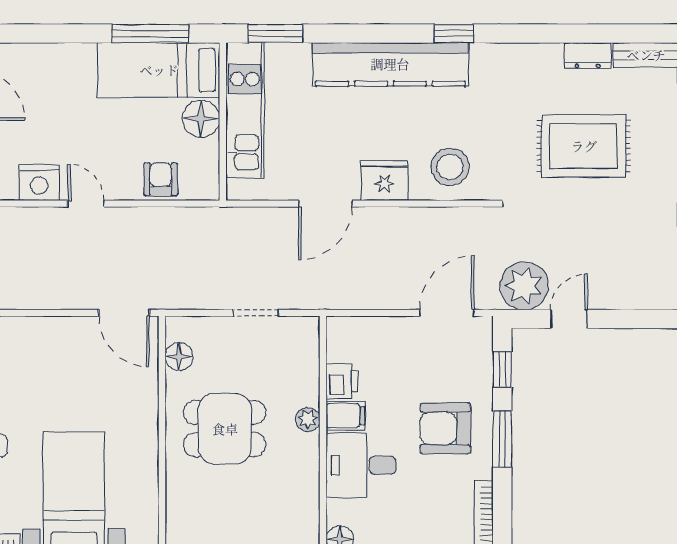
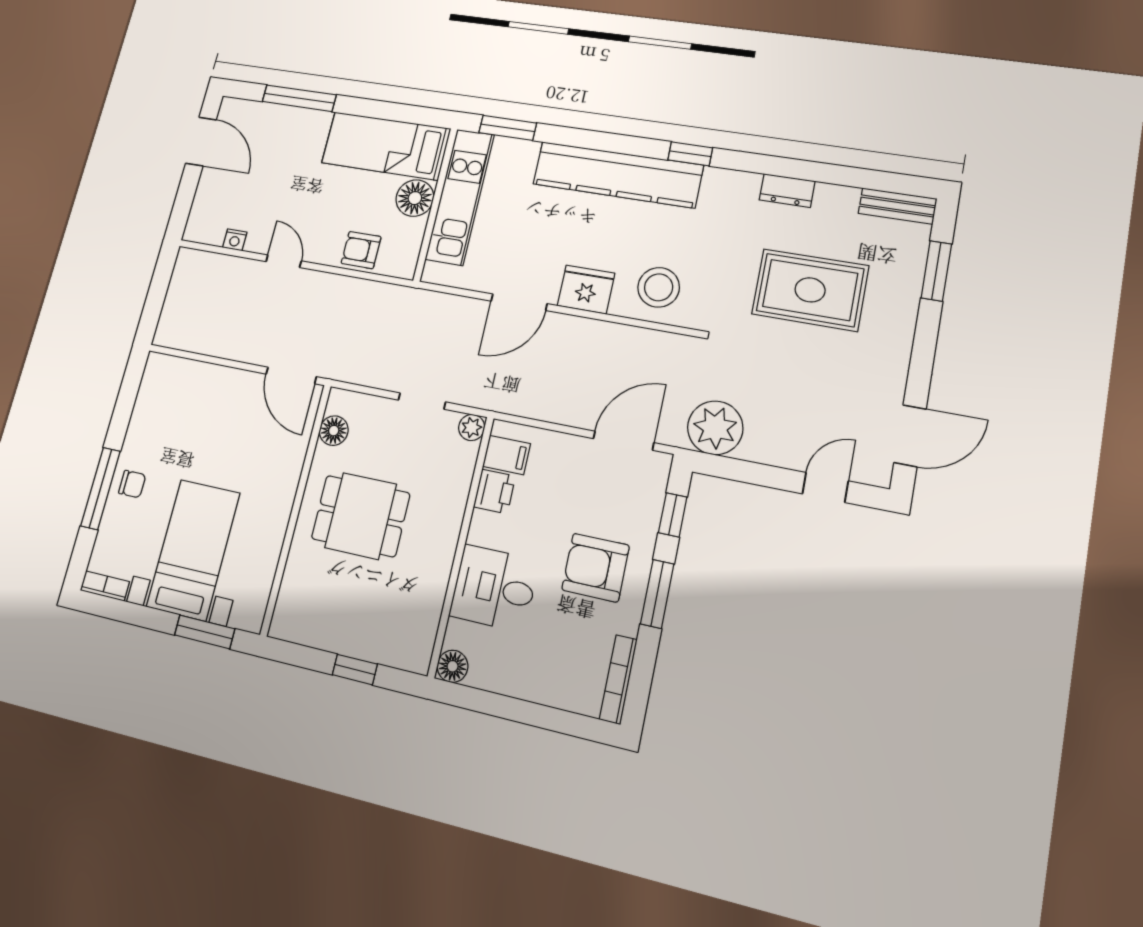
window: (150, 34) -> (299, 98), moved
dresser: (588, 56) -> (787, 190), moved
armchair: (161, 179) -> (361, 250), turned -90
nightstand: (39, 183) -> (235, 240), width x0.53, depth x0.56
door: (569, 319) -> (825, 487), moved
filing cabinet: (345, 416) -> (507, 455), moved
plant: (308, 419) -> (472, 427), moved

